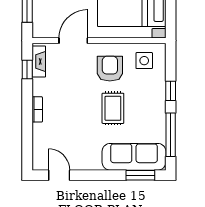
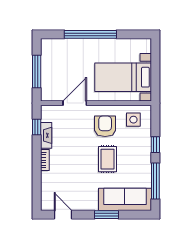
fireplace: (39, 61) -> (46, 135), moved
window: (140, 175) -> (106, 215), moved

